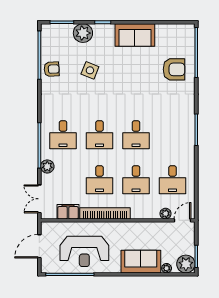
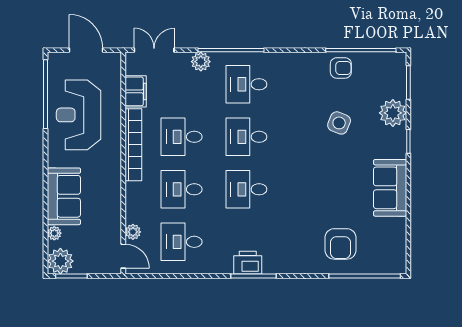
armchair: (52, 69) -> (341, 68), turned -87
printer: (187, 134) -> (248, 263), added

